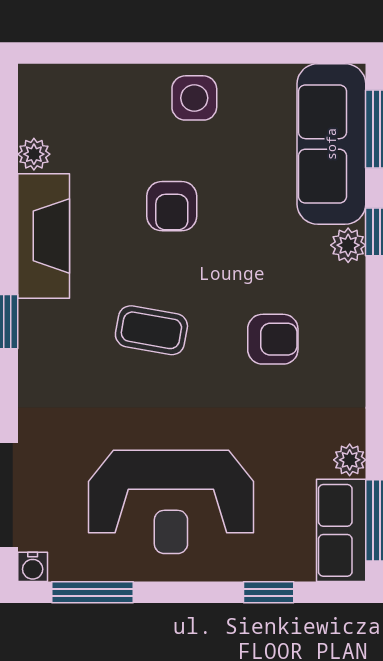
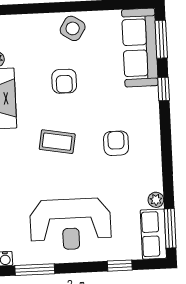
side table: (194, 98) -> (73, 28), turned 32
plant: (348, 245) -> (150, 96), removed
armchair: (273, 339) -> (116, 143), turned -90

